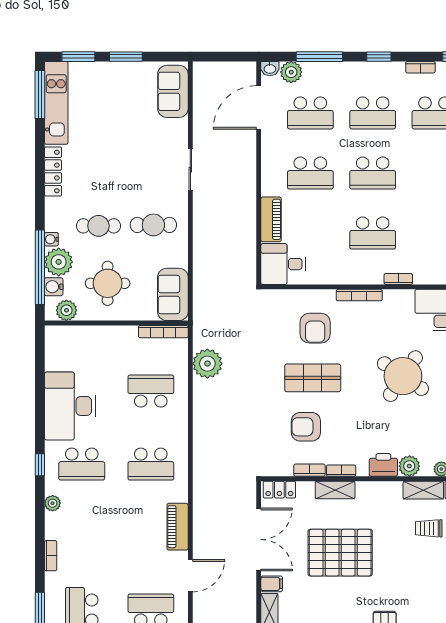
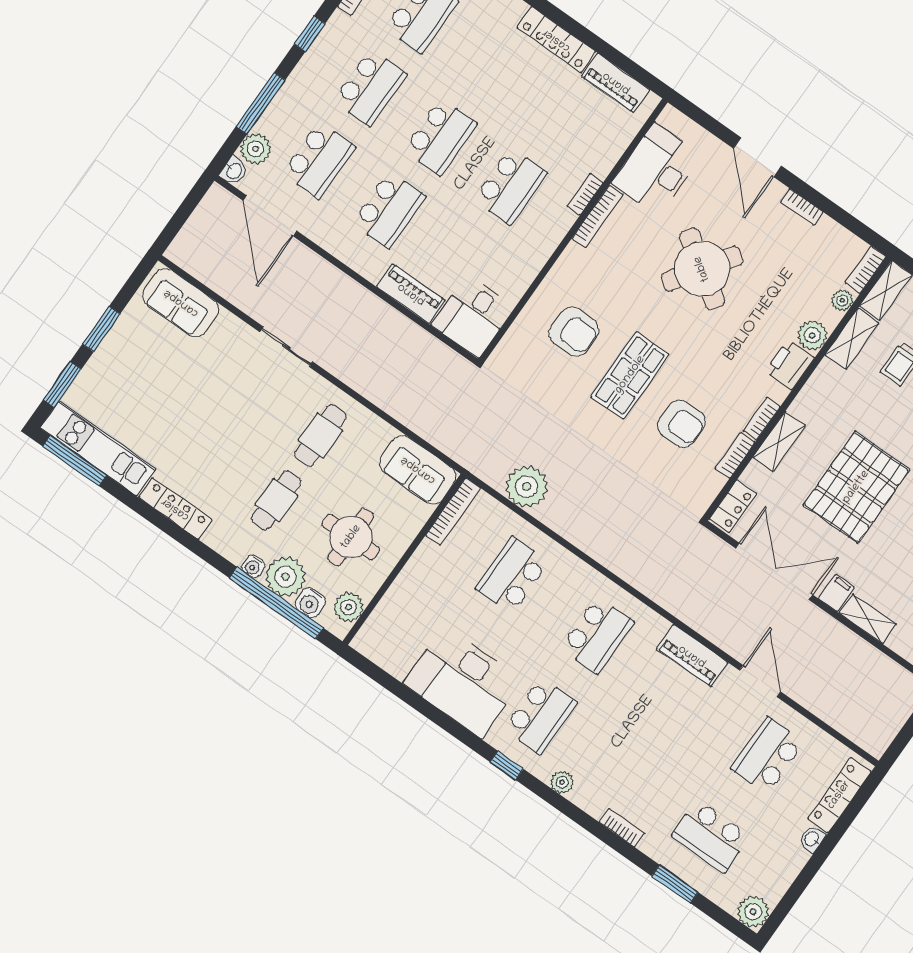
bookcase: (359, 295) -> (597, 216), moved
armchair: (306, 427) -> (681, 424), turned -90

